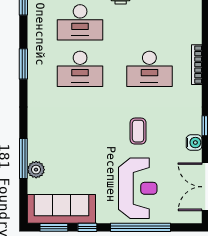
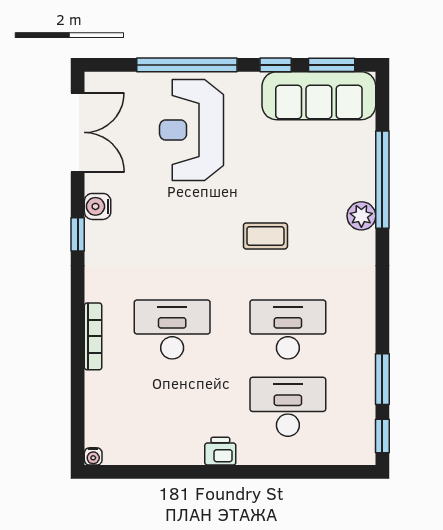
window: (23, 64) -> (382, 379), moved
coffee table: (138, 131) -> (265, 236), moved, turned 90
window: (23, 159) -> (382, 180), width x1.46
plant: (36, 170) -> (361, 216), moved

